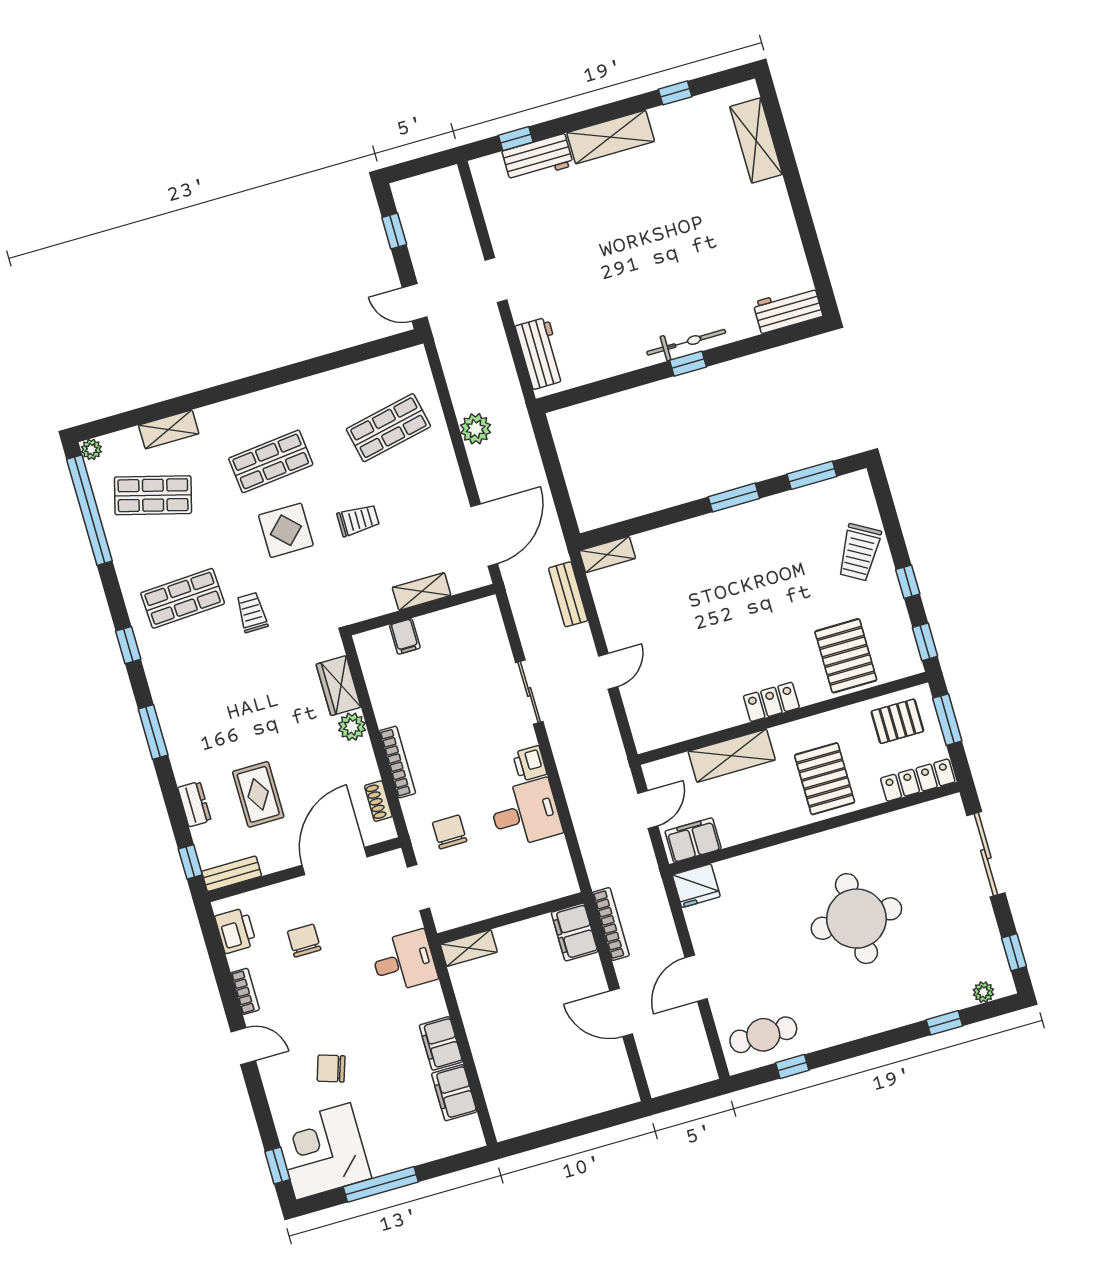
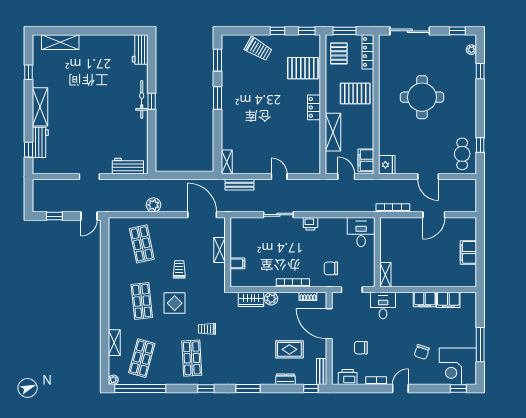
desk: (525, 813) -> (361, 232), moved
filing cabinet: (575, 932) -> (468, 252), moved, turned 90

